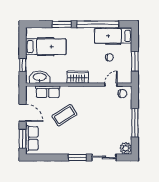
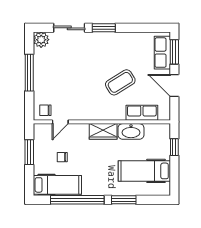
washbasin: (40, 77) -> (131, 131), moved

